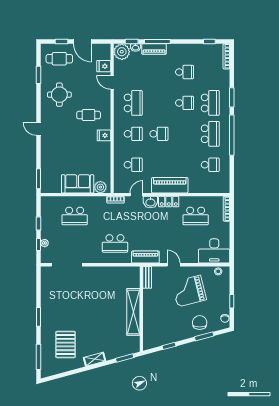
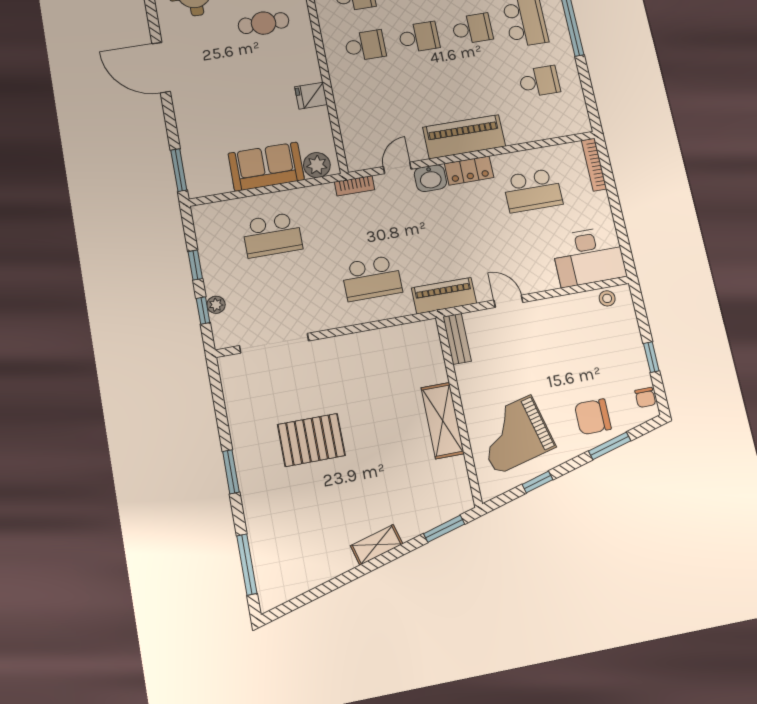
door: (38, 129) -> (161, 68), width x1.87
fridge: (104, 135) -> (311, 96), moved
school desk: (133, 165) -> (472, 29), moved
grand piano: (189, 291) -> (514, 435), moved
shelving: (133, 312) -> (443, 421), width x0.68
chair: (200, 323) -> (593, 417), turned -90
pallet: (65, 345) -> (311, 440), moved, turned 90

